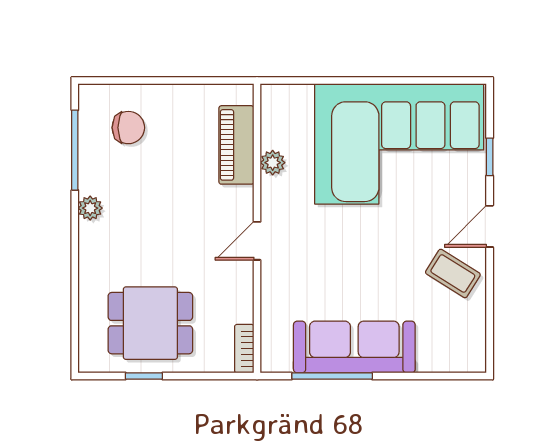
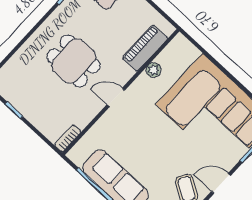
plant: (90, 208) -> (57, 17), removed
dining table: (150, 323) -> (74, 61), moved

